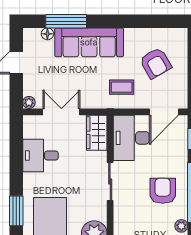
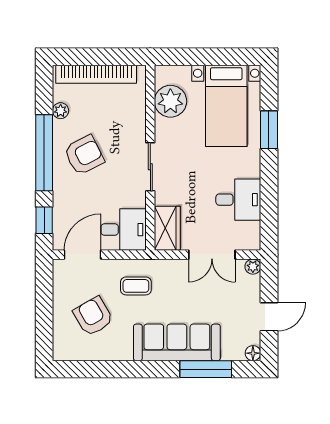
floor lamp: (47, 34) -> (253, 353), moved
desk: (131, 138) -> (124, 230), width x0.73
armchair: (163, 191) -> (84, 155), turned -117

